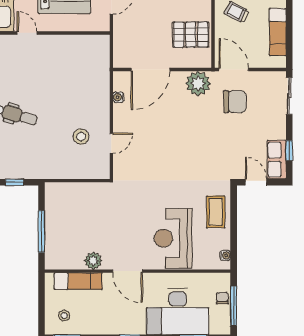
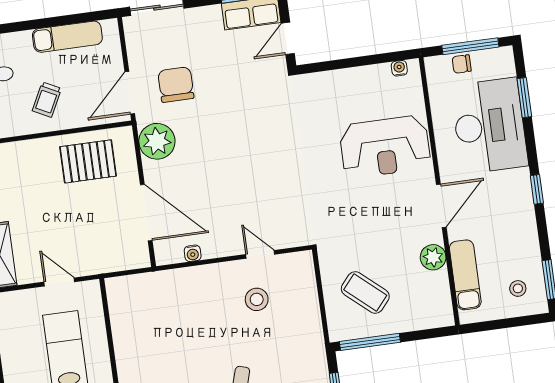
pallet: (191, 35) -> (88, 161), turned 90
coffee table: (216, 212) -> (365, 293), moved, turned 41
window: (41, 231) -> (370, 342), moved

